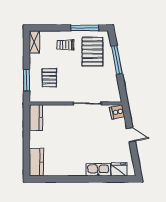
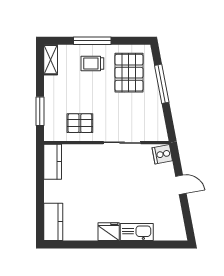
window: (85, 28) -> (92, 41), moved
pallet: (49, 78) -> (80, 123), moved, turned 90
fridge: (119, 169) -> (109, 232), moved

